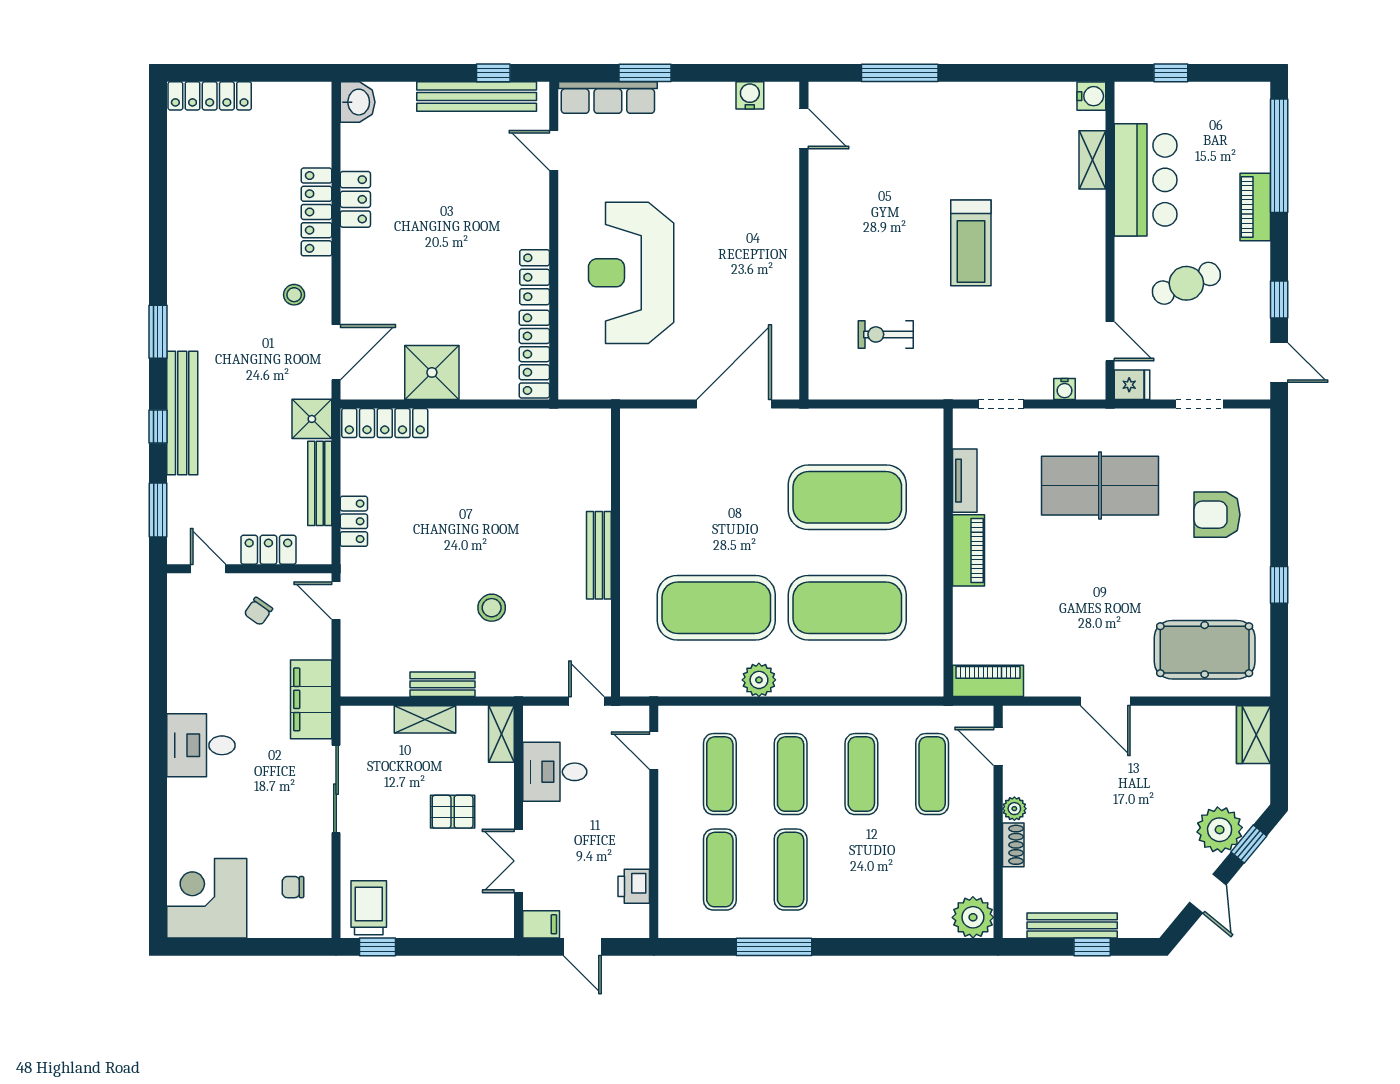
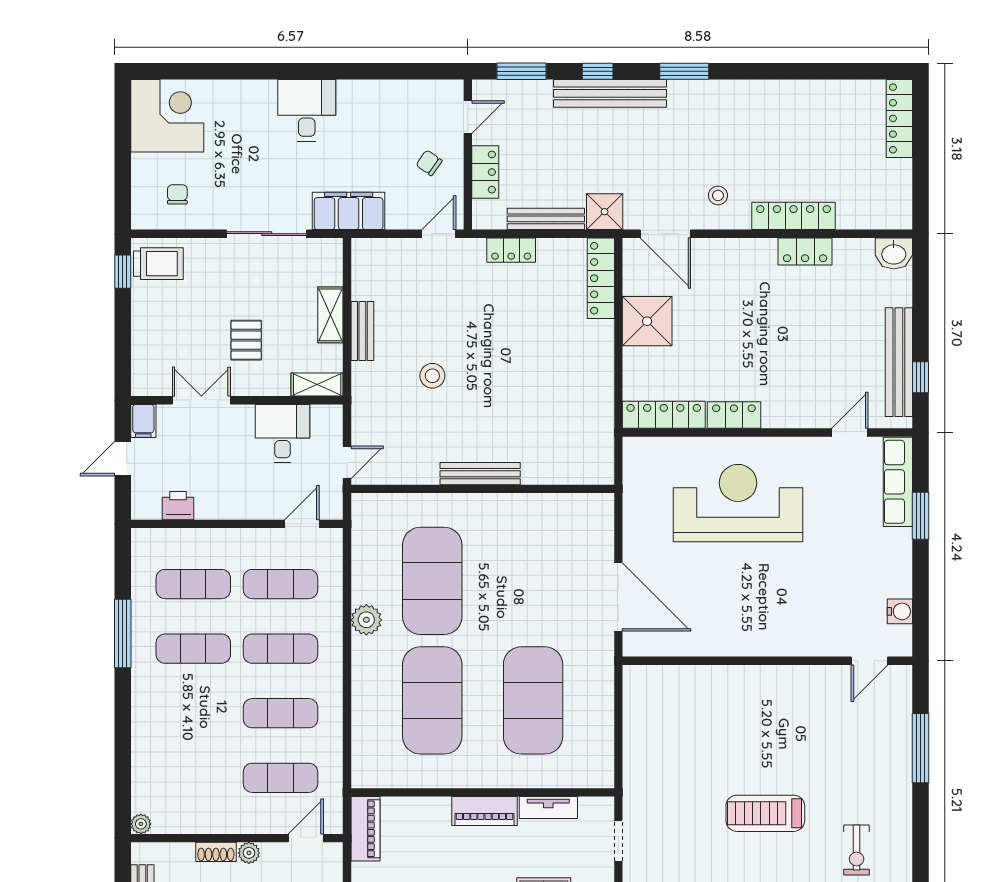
exercise bike: (886, 334) -> (857, 850), moved, turned 180
plant: (973, 917) -> (141, 824), width x0.53, depth x0.53

